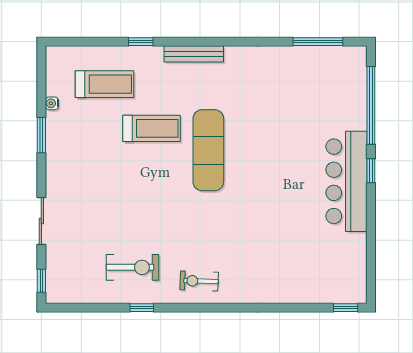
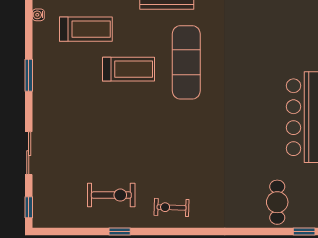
water cooler: (52, 103) -> (38, 15), moved
exercise mat: (208, 150) -> (186, 62), moved
cafe table: (316, 275) -> (277, 202), added

